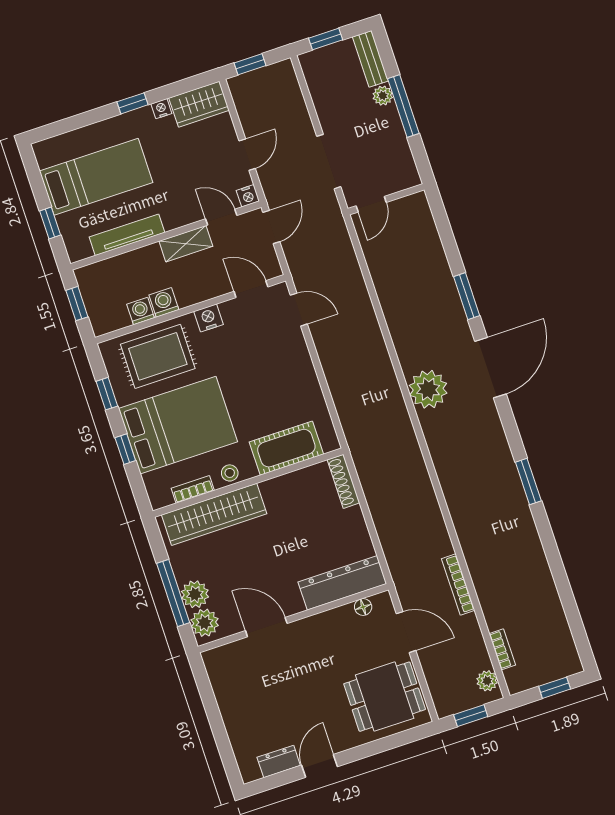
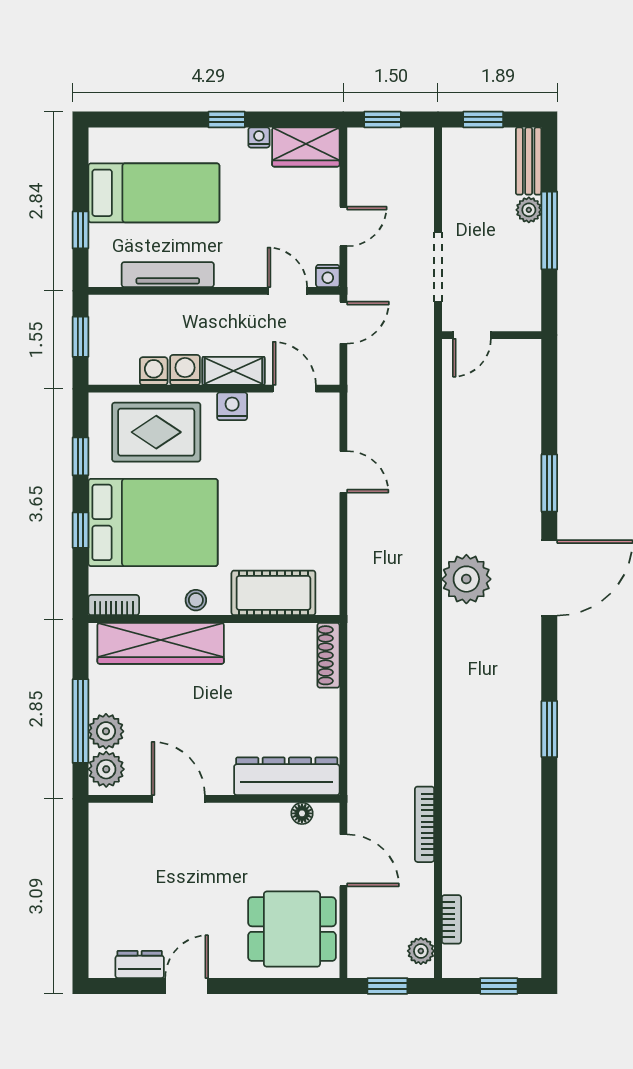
shelving: (186, 244) -> (234, 371), moved
door: (299, 310) -> (343, 472), moved
bookcase: (193, 489) -> (114, 605), moved

